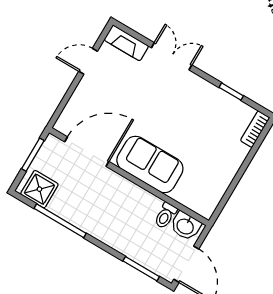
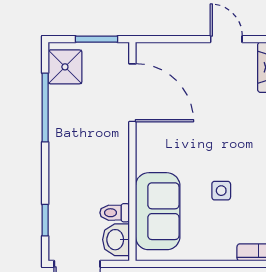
side table: (195, 129) -> (221, 191), added
sofa: (150, 165) -> (158, 211), moved
window: (141, 269) -> (45, 220), width x0.67

